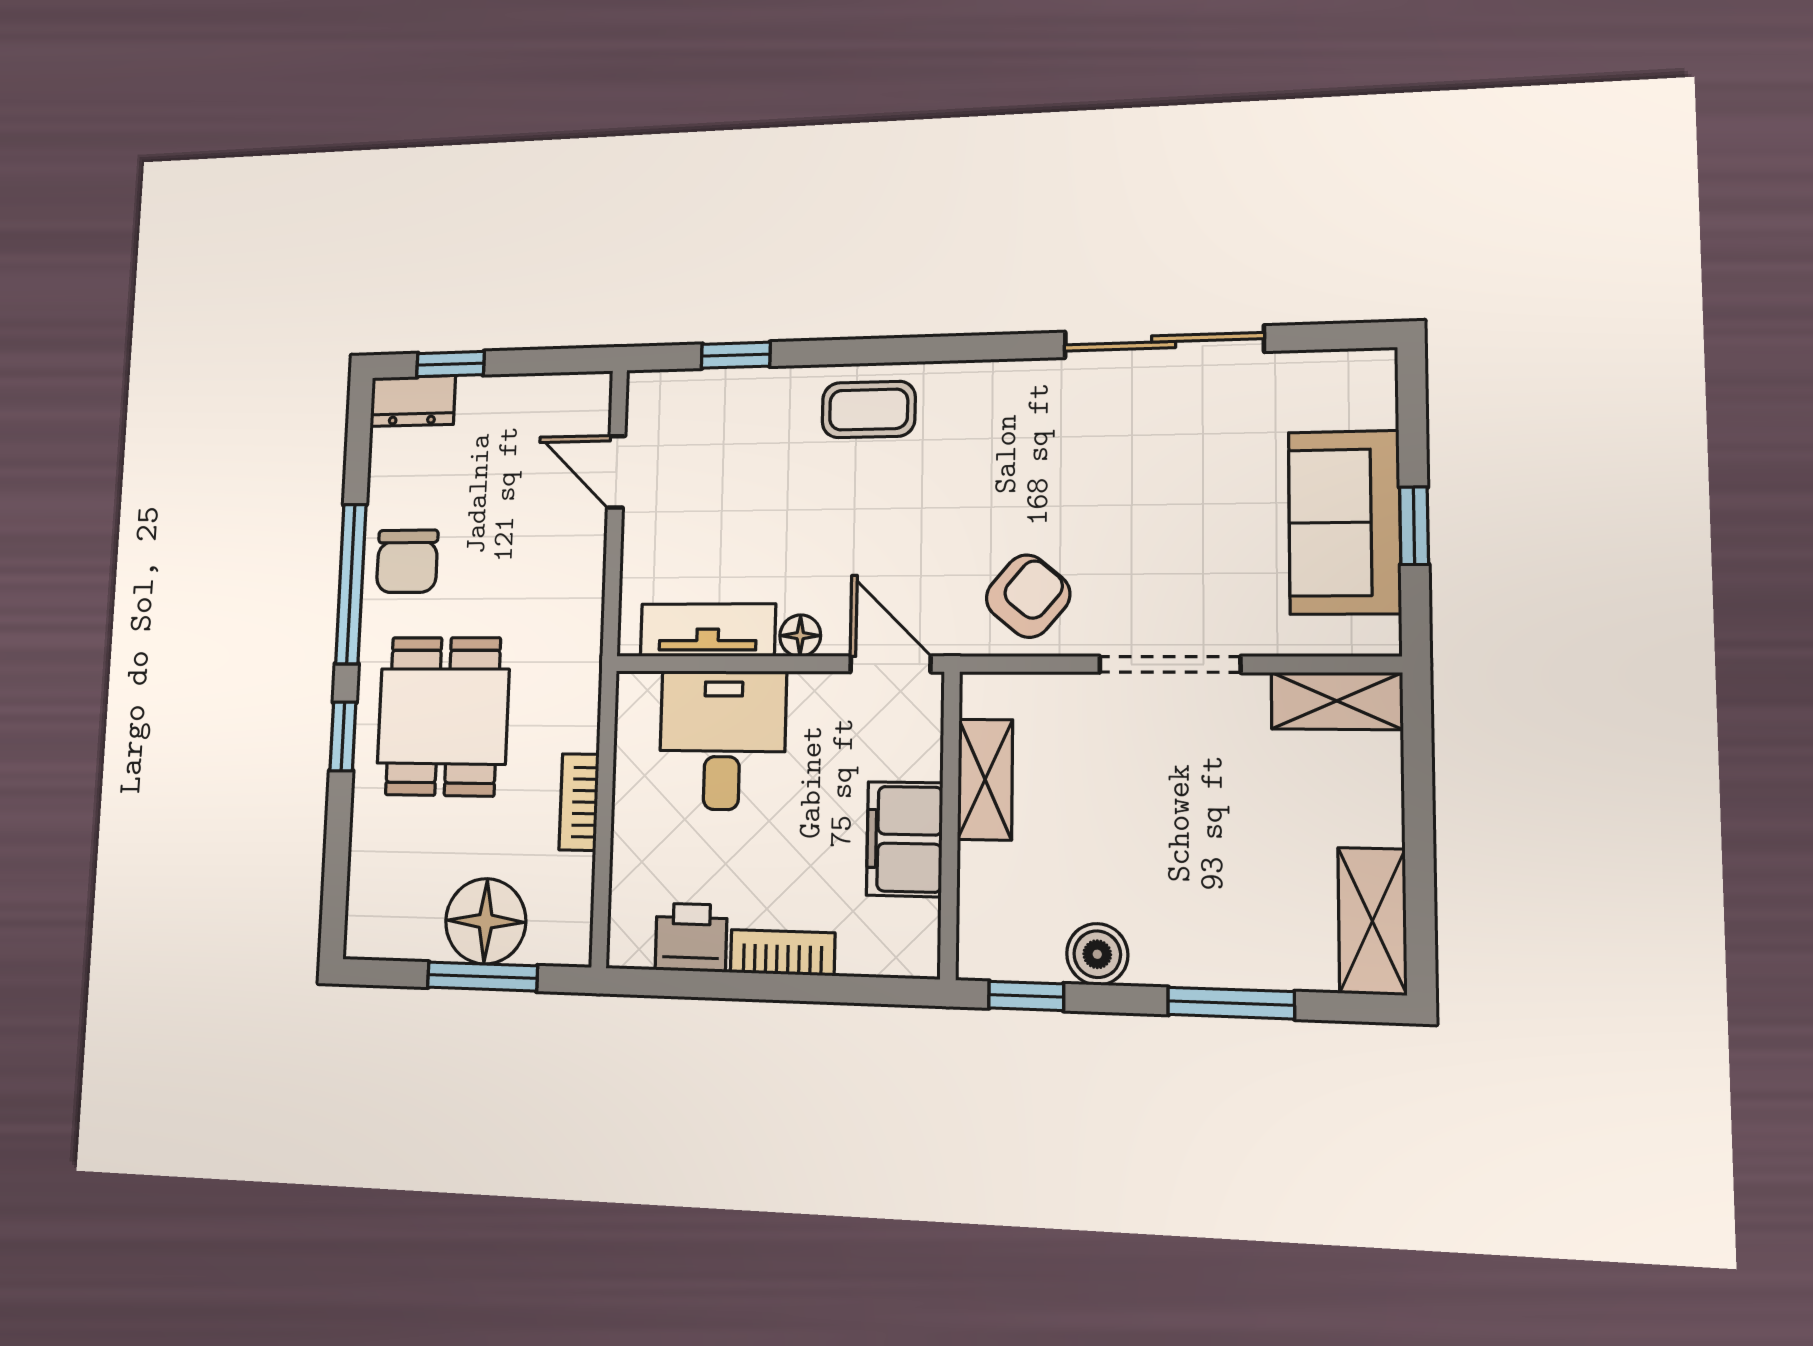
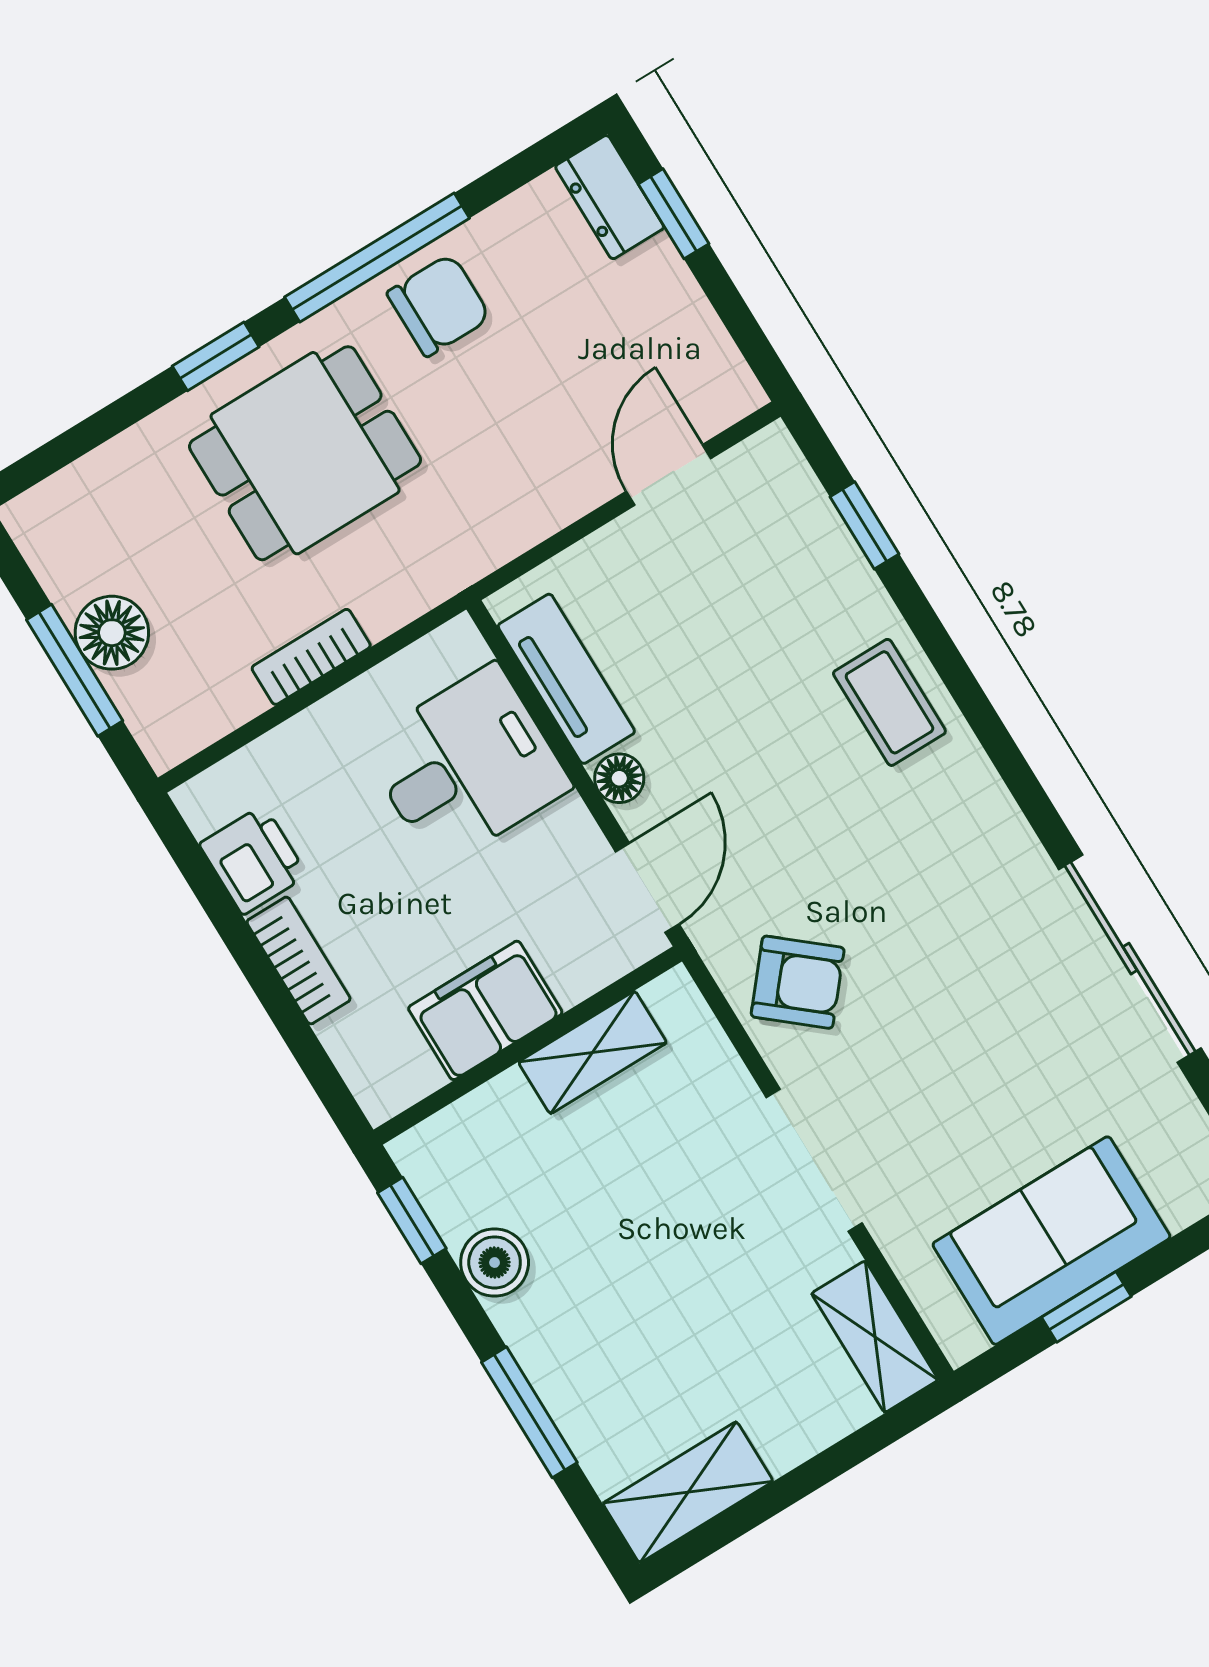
chair: (407, 561) -> (439, 305), turned 180
floor lamp: (486, 921) -> (112, 633), width x0.73, depth x0.73

